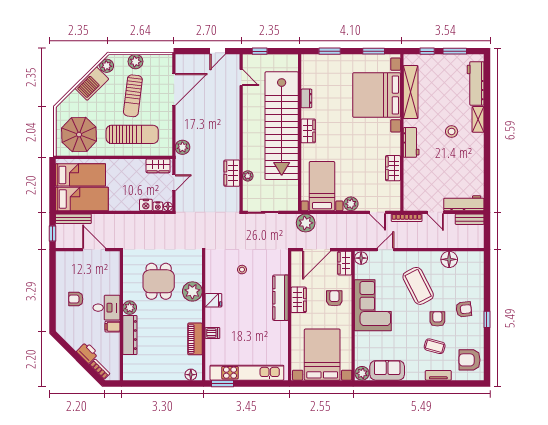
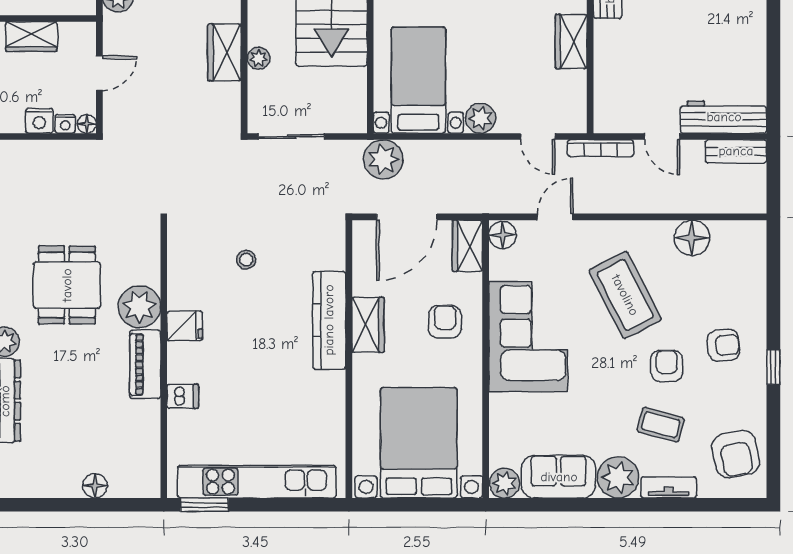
wardrobe: (158, 166) -> (31, 37), moved
piano: (195, 339) -> (145, 364), moved
armchair: (469, 360) -> (736, 454), turned -101
plant: (415, 371) -> (618, 477), added
floor lamp: (191, 375) -> (95, 486), moved

